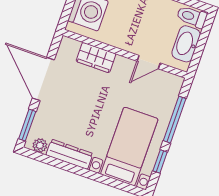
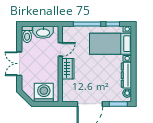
wardrobe: (96, 58) -> (68, 69), moved
door: (149, 62) -> (60, 49), hinge flipped

